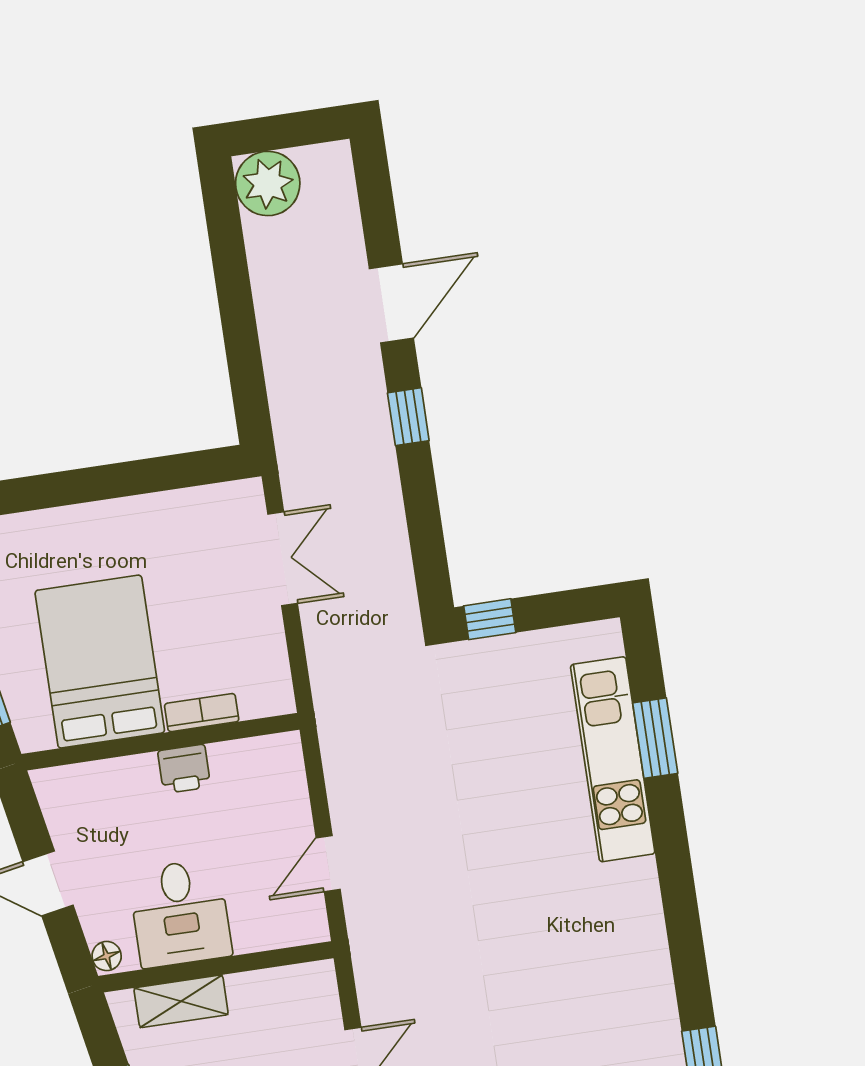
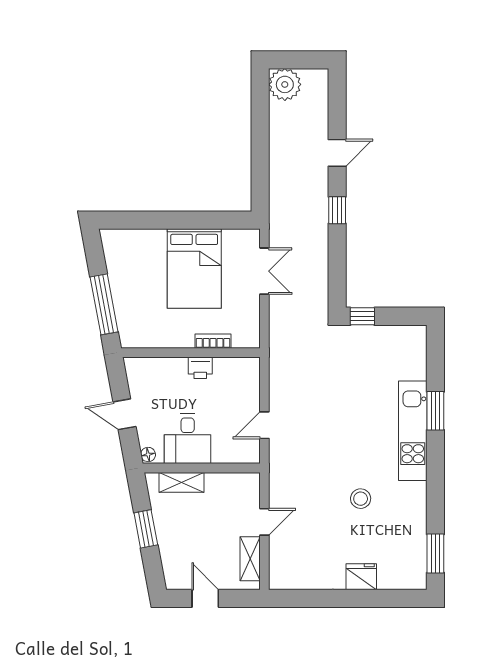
door: (391, 303) -> (337, 153), width x0.73
bed: (100, 662) -> (194, 269), moved, turned 180
window: (655, 738) -> (435, 411), moved
kitchen unit: (613, 759) -> (413, 431), moved
stool: (540, 981) -> (361, 499), added

